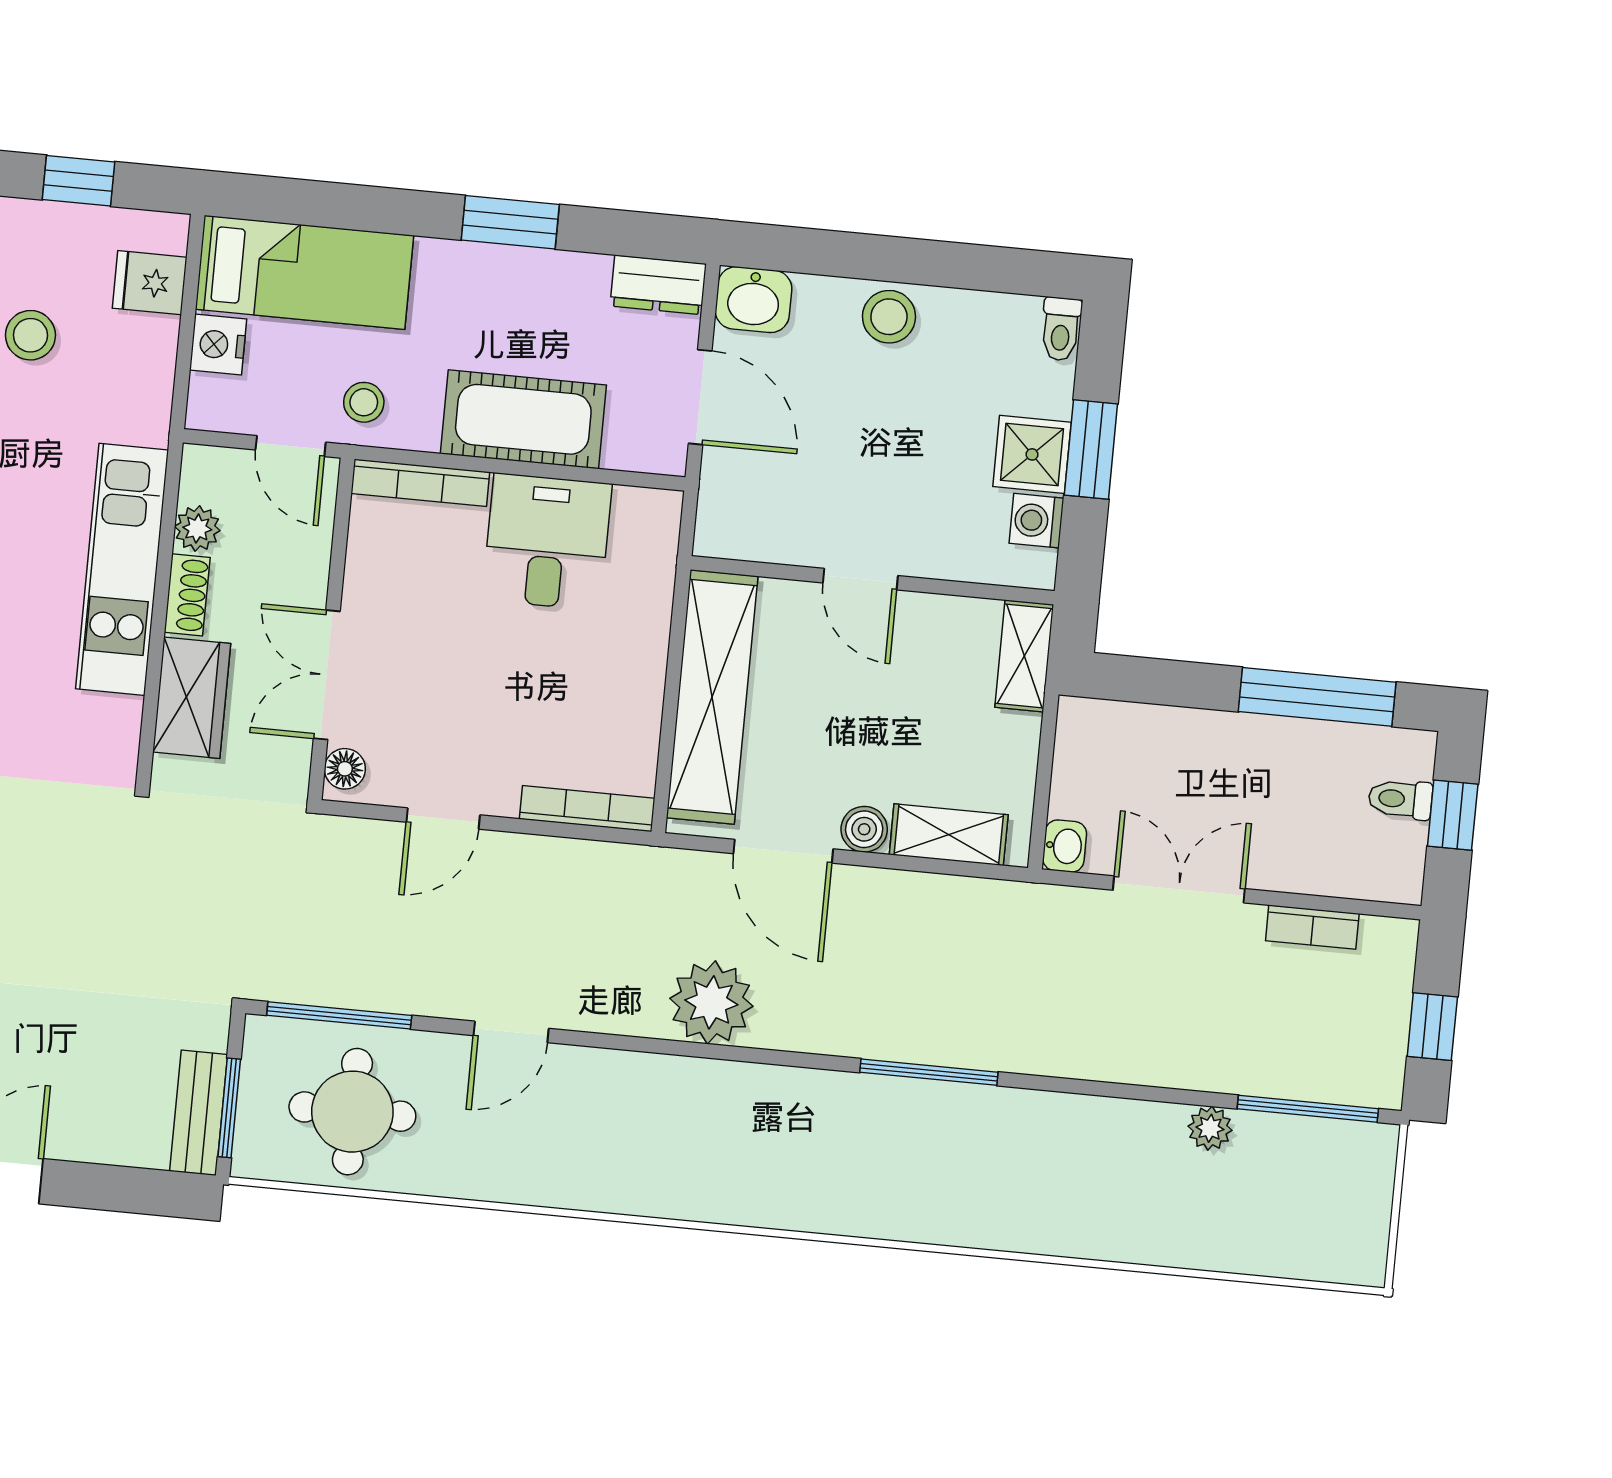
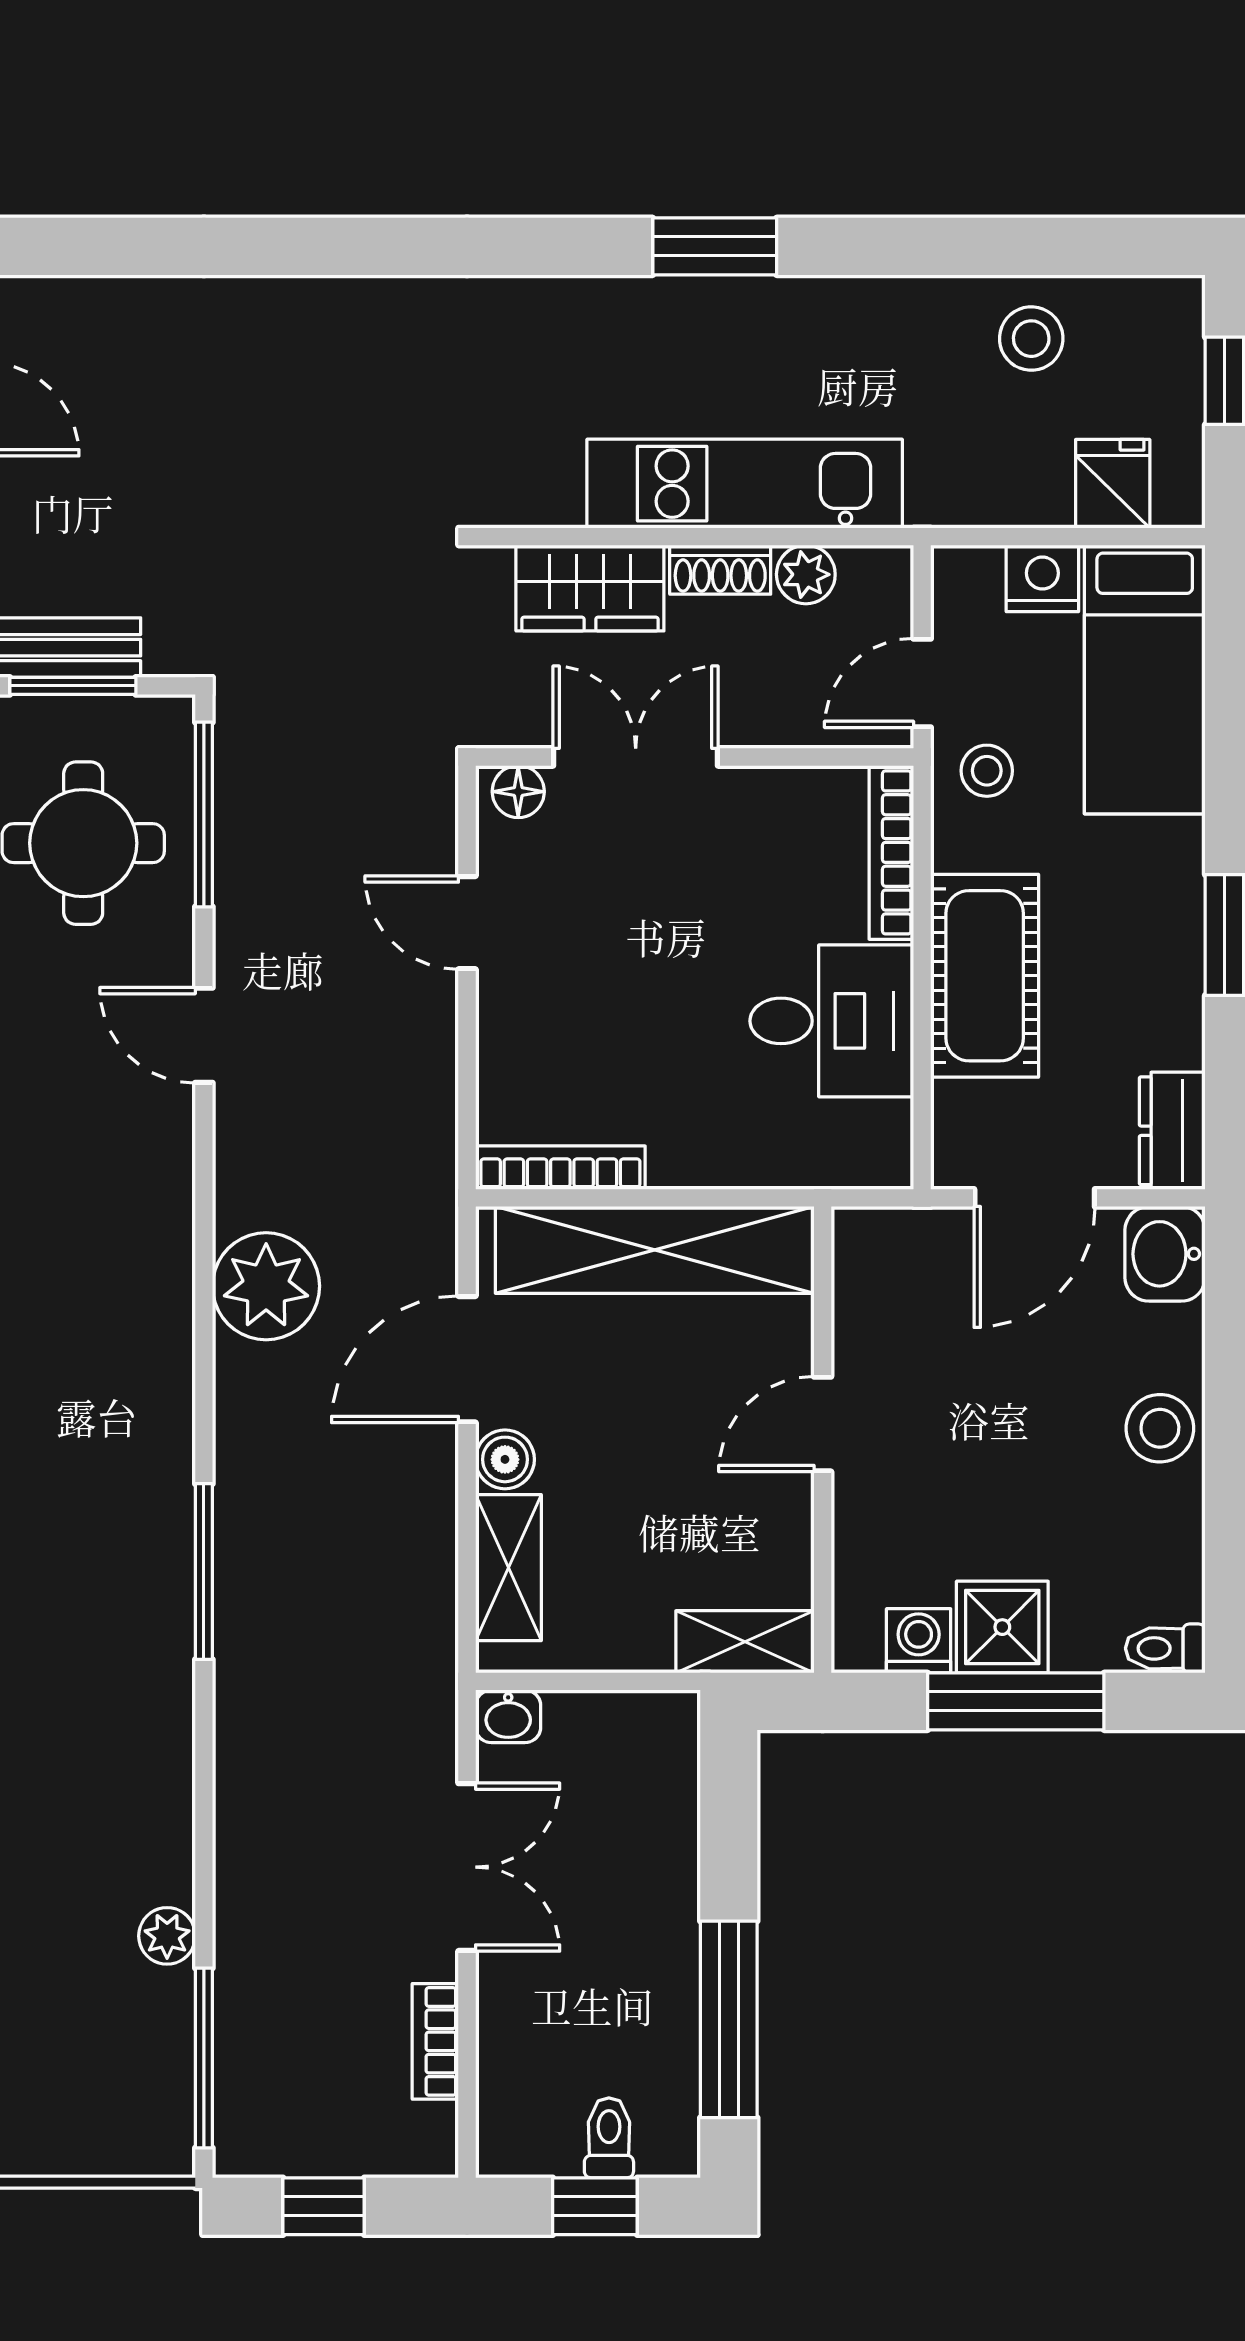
window: (1091, 449) -> (1016, 1701), width x1.44
bookcase: (587, 809) -> (560, 1168), moved, turned -90

